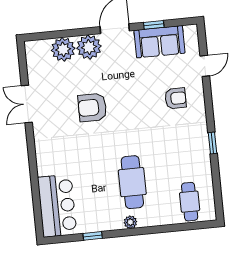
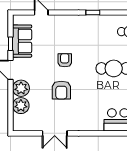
armchair: (176, 98) -> (65, 60), moved

